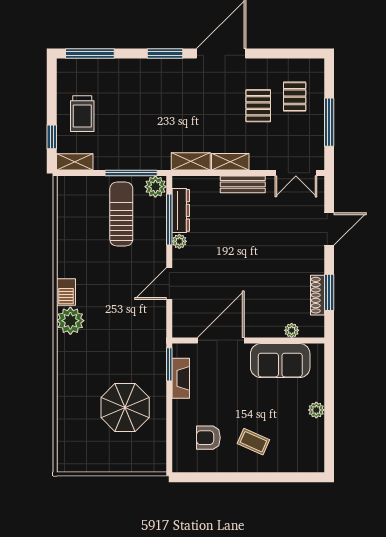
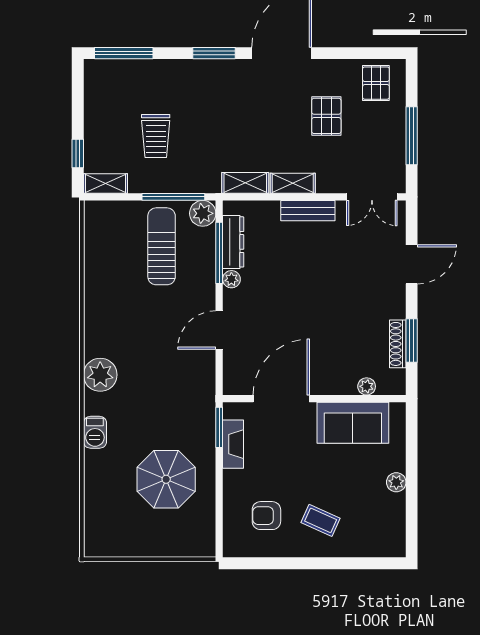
pallet: (295, 97) -> (376, 83), moved
trolley: (82, 114) -> (156, 136), moved
barbecue: (66, 292) -> (95, 432), moved

